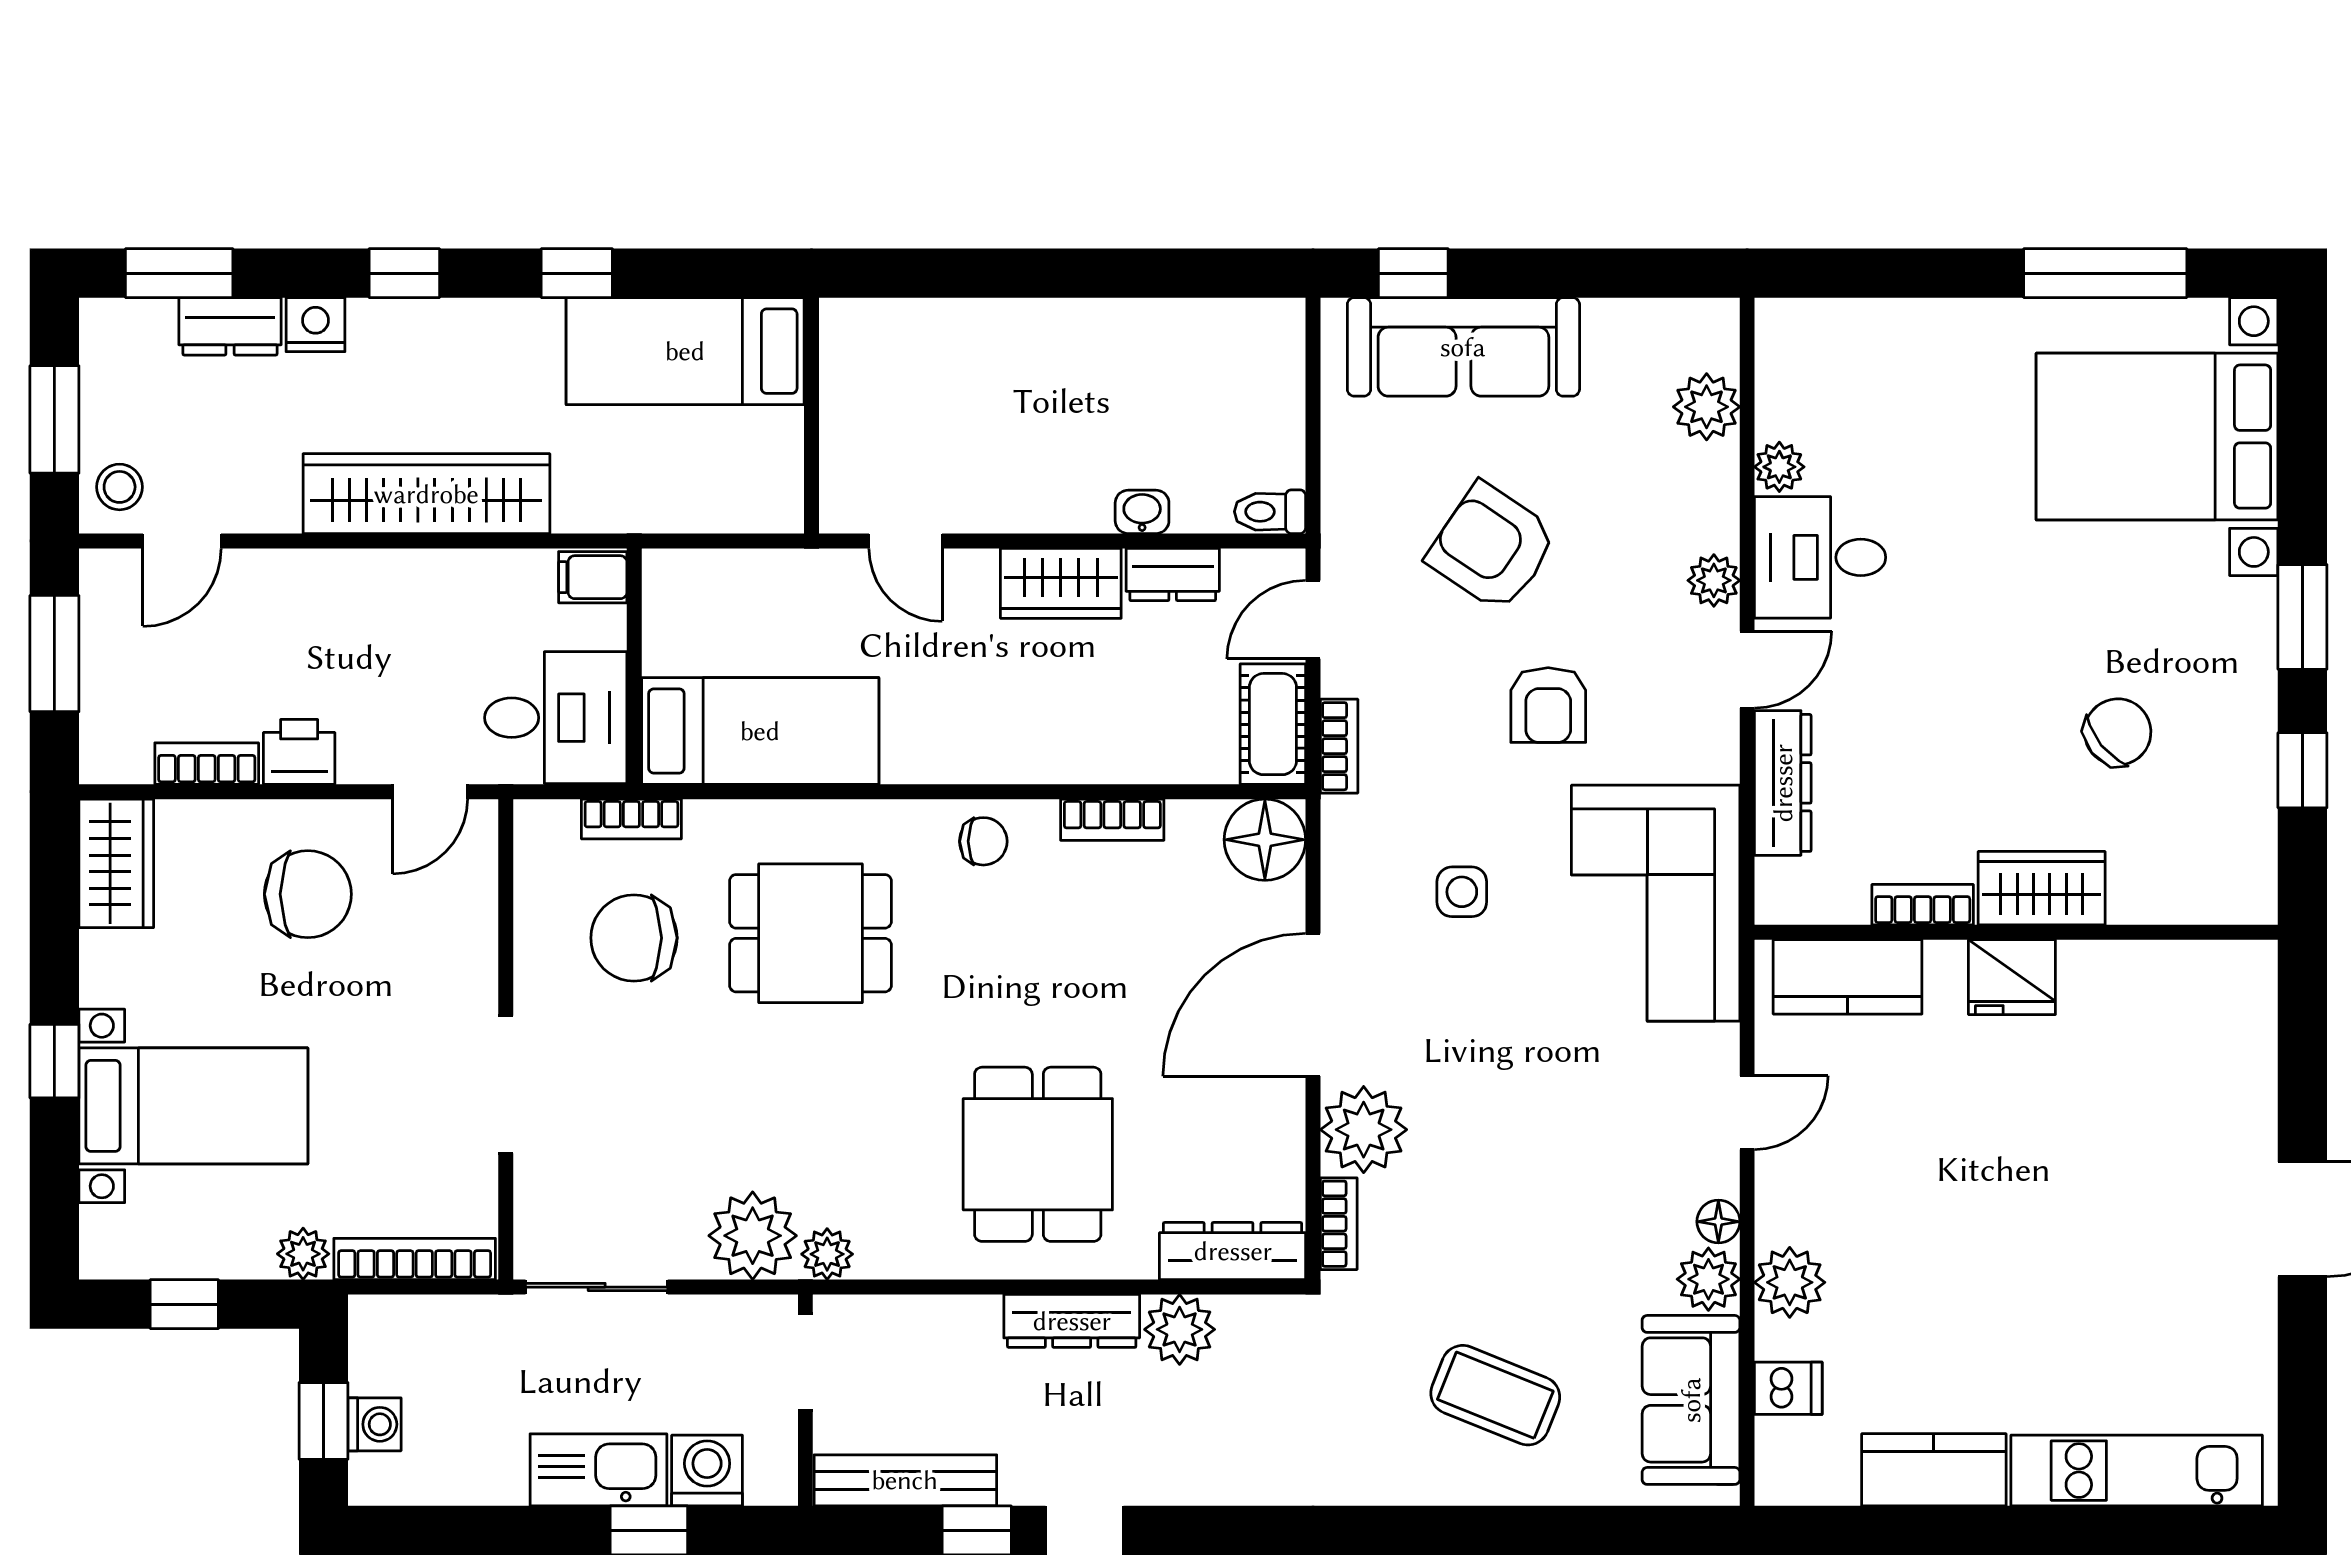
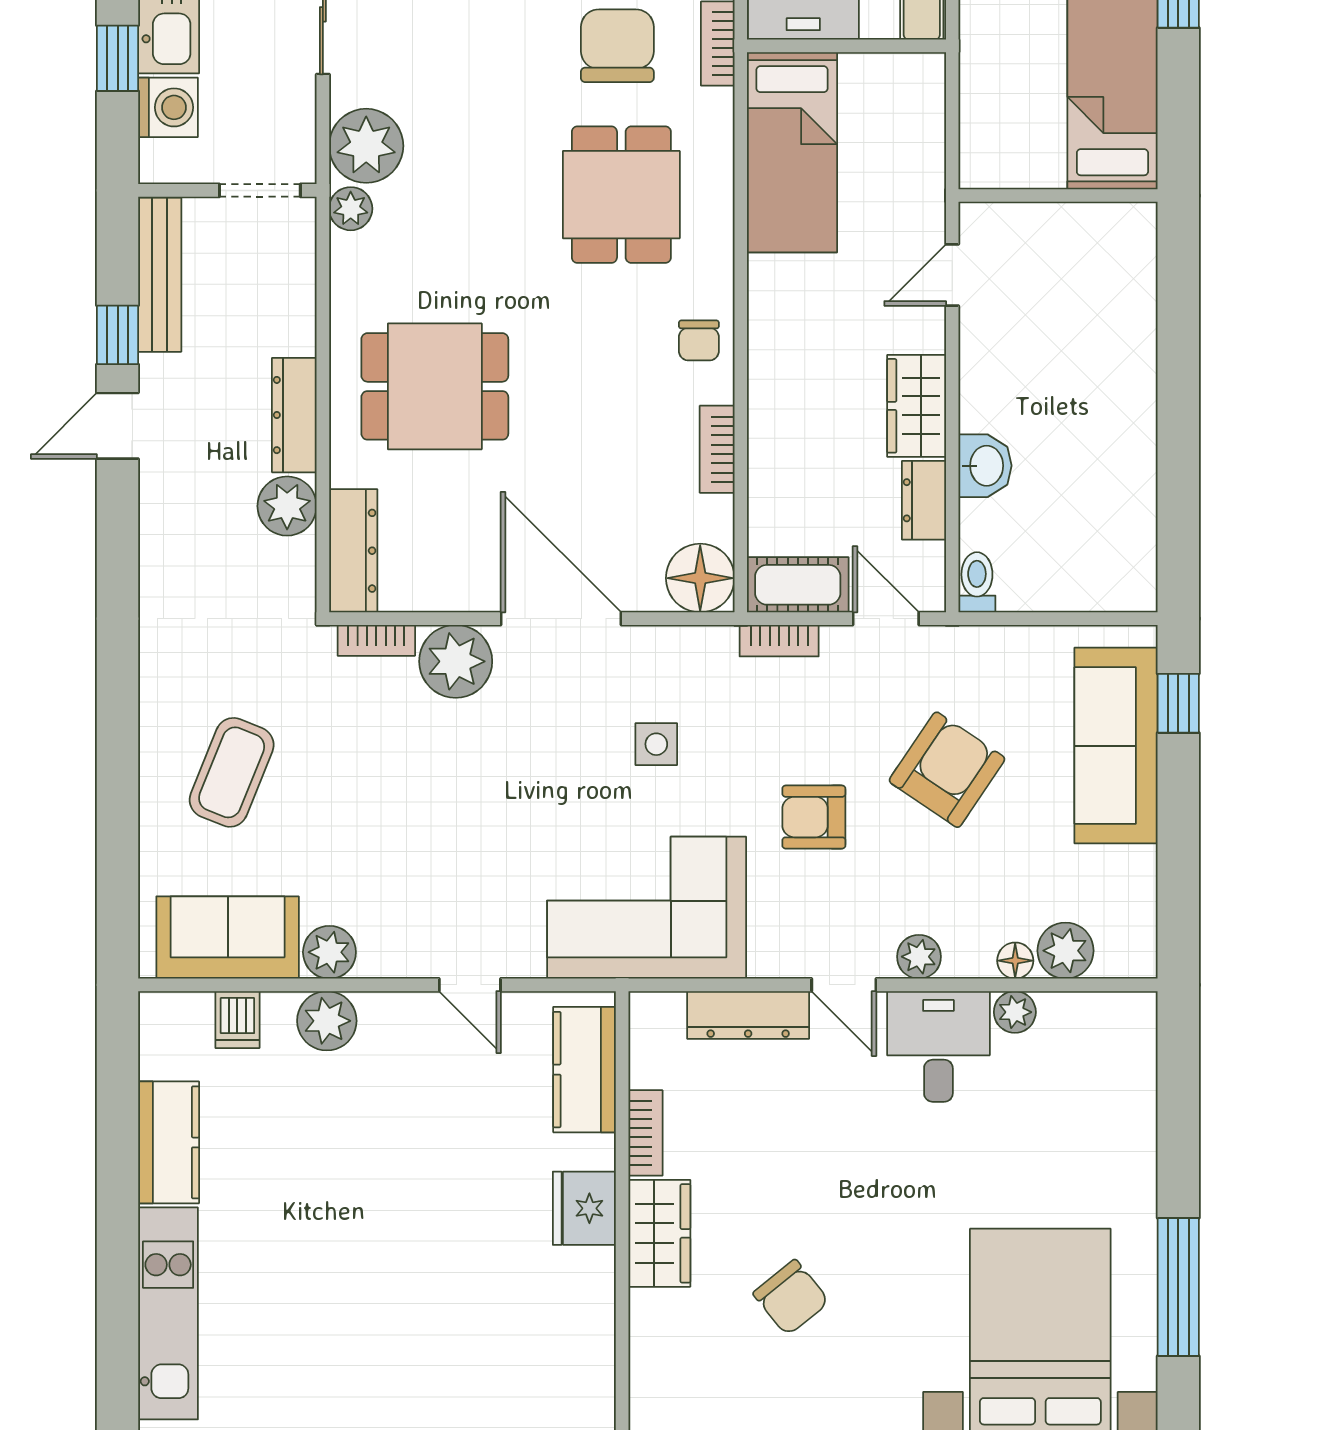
washbasin: (1142, 512) -> (985, 466), width x1.38, depth x1.45
floor lamp: (1718, 1222) -> (1015, 961), moved

